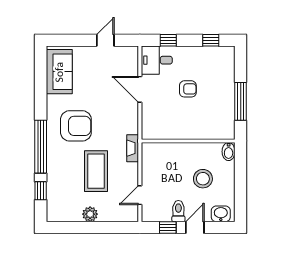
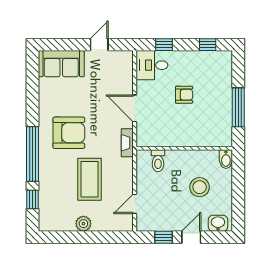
sofa: (59, 72) -> (61, 64), moved, turned 90
door: (140, 89) -> (135, 108), moved
fireplace: (133, 148) -> (127, 143), moved
toilet: (178, 211) -> (158, 161), moved, turned 180

